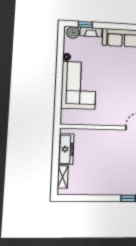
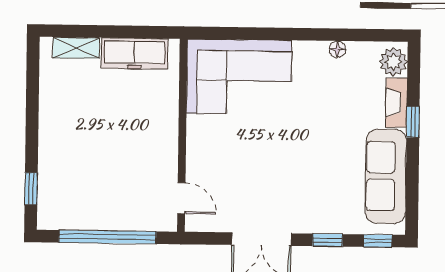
window: (85, 25) -> (413, 122), moved
corner sofa: (79, 85) -> (239, 77), moved

